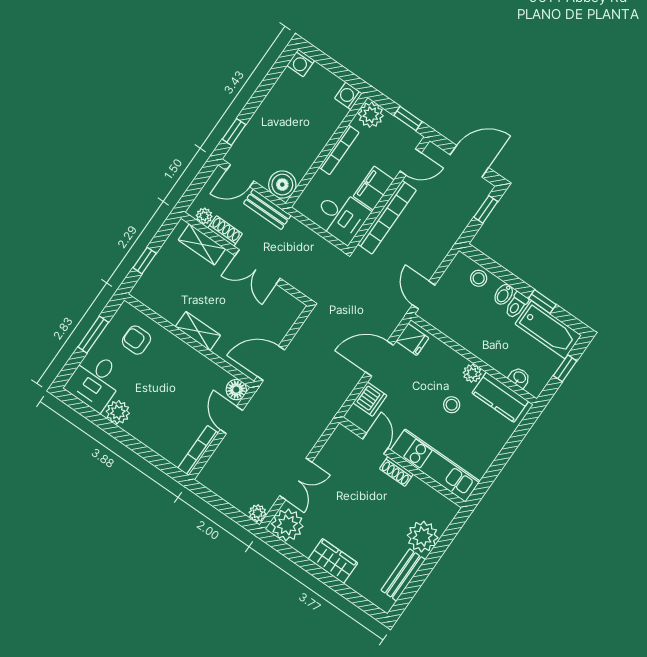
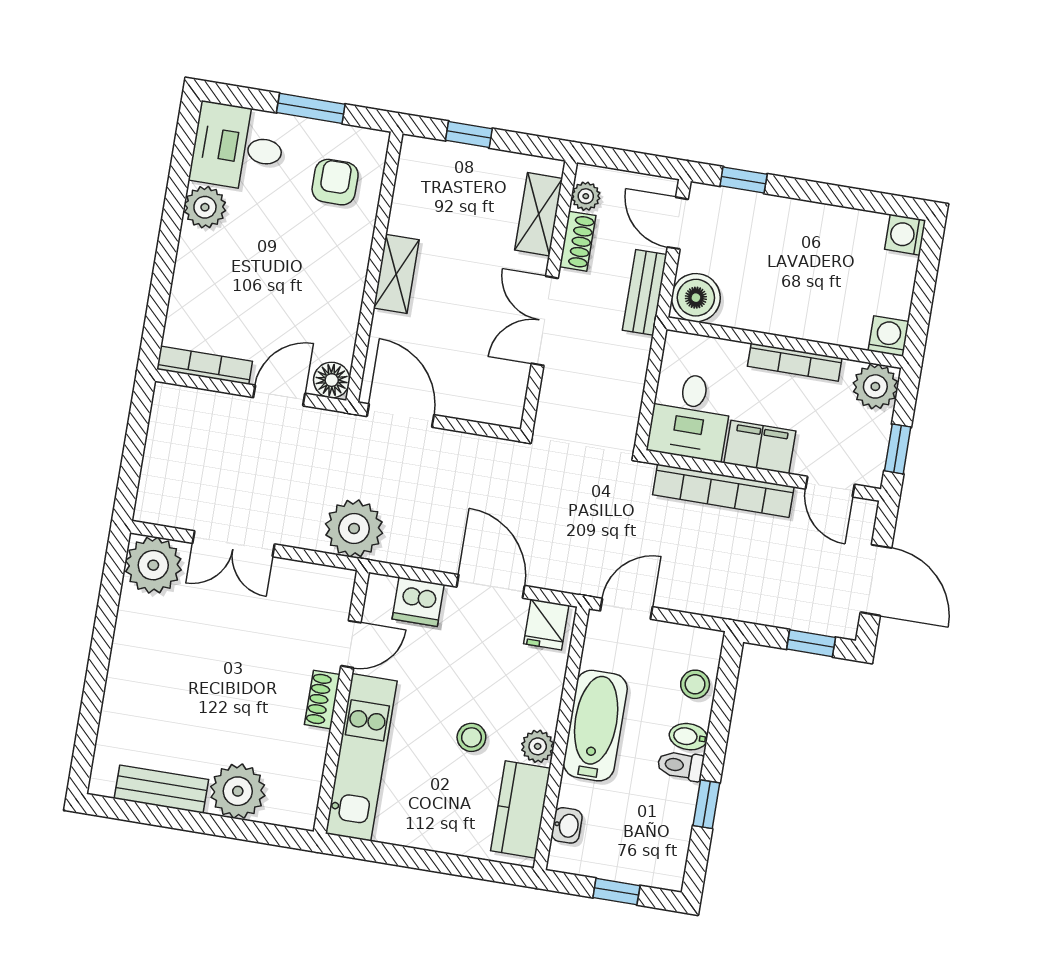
bathtub: (548, 330) -> (595, 726), moved, turned 180
plant: (257, 513) -> (354, 529), moved, width x1.87, depth x1.87
wardrobe: (333, 561) -> (130, 666), removed

